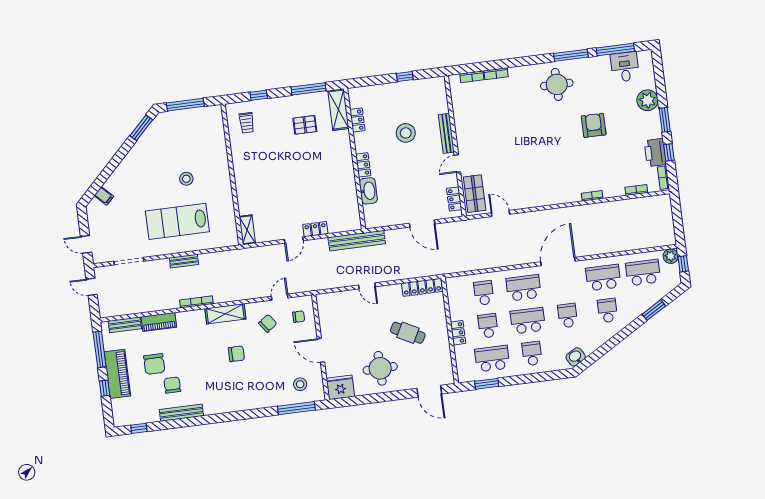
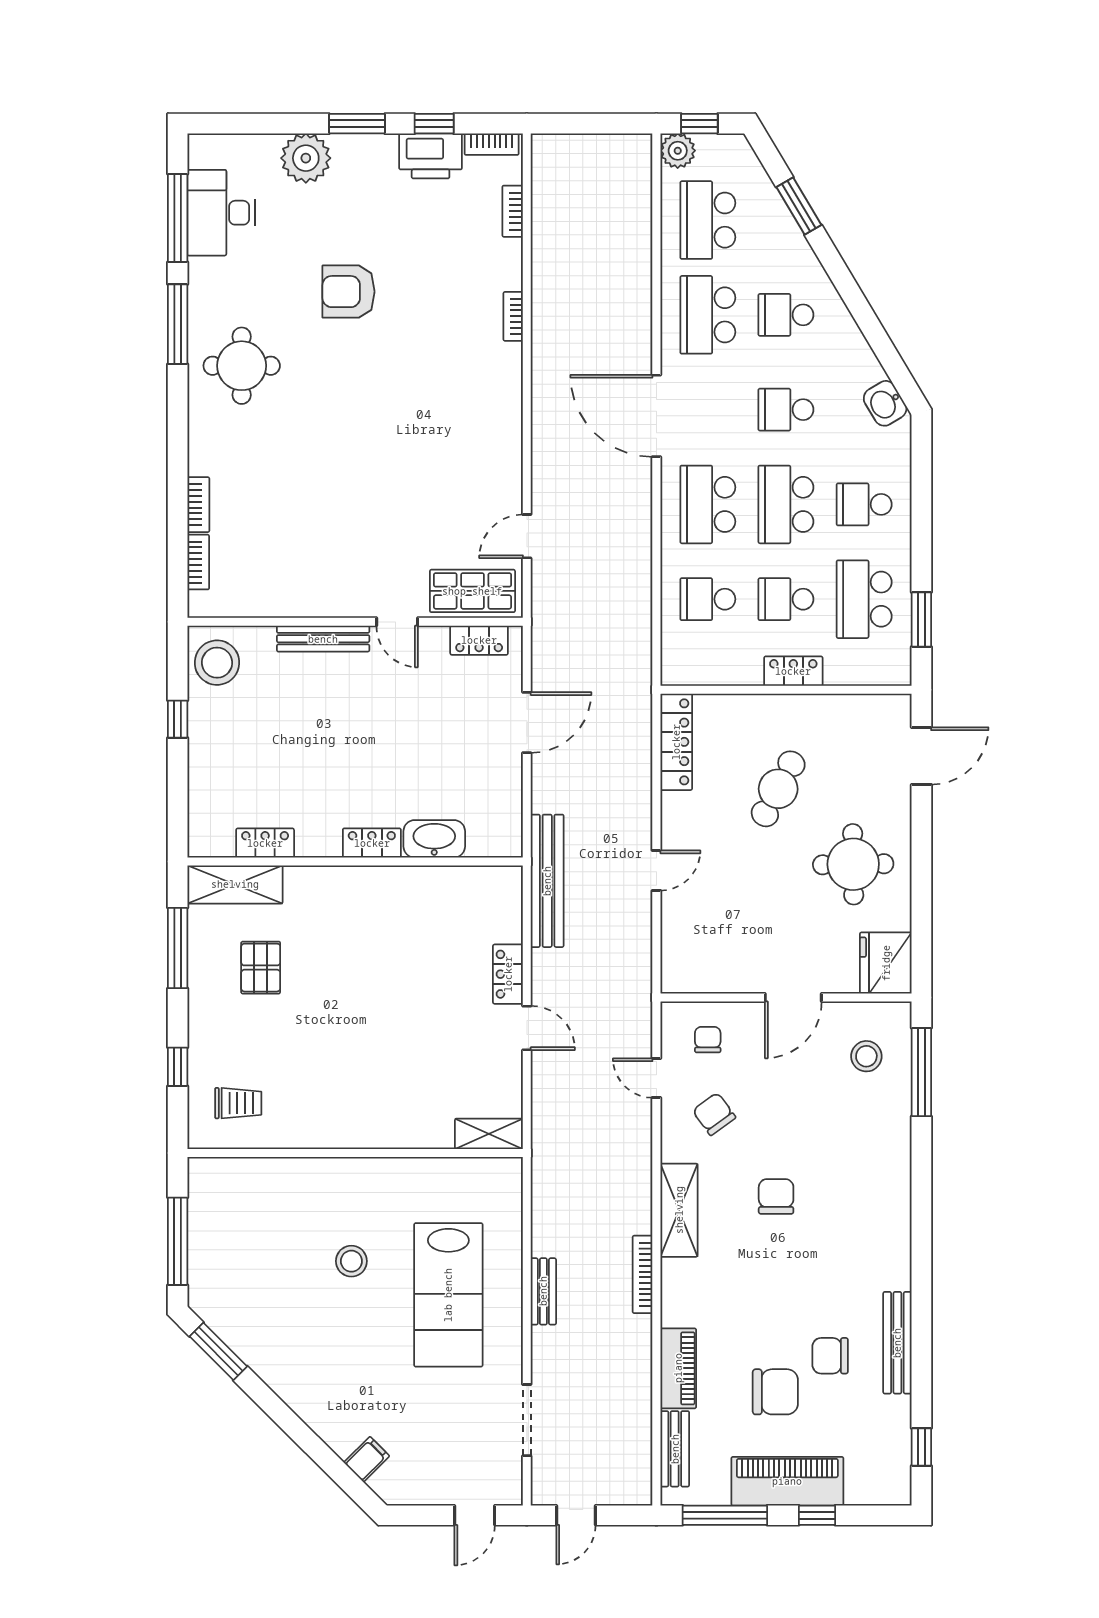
desk: (625, 67) -> (221, 213), width x1.37
stool: (406, 133) -> (217, 663), moved

